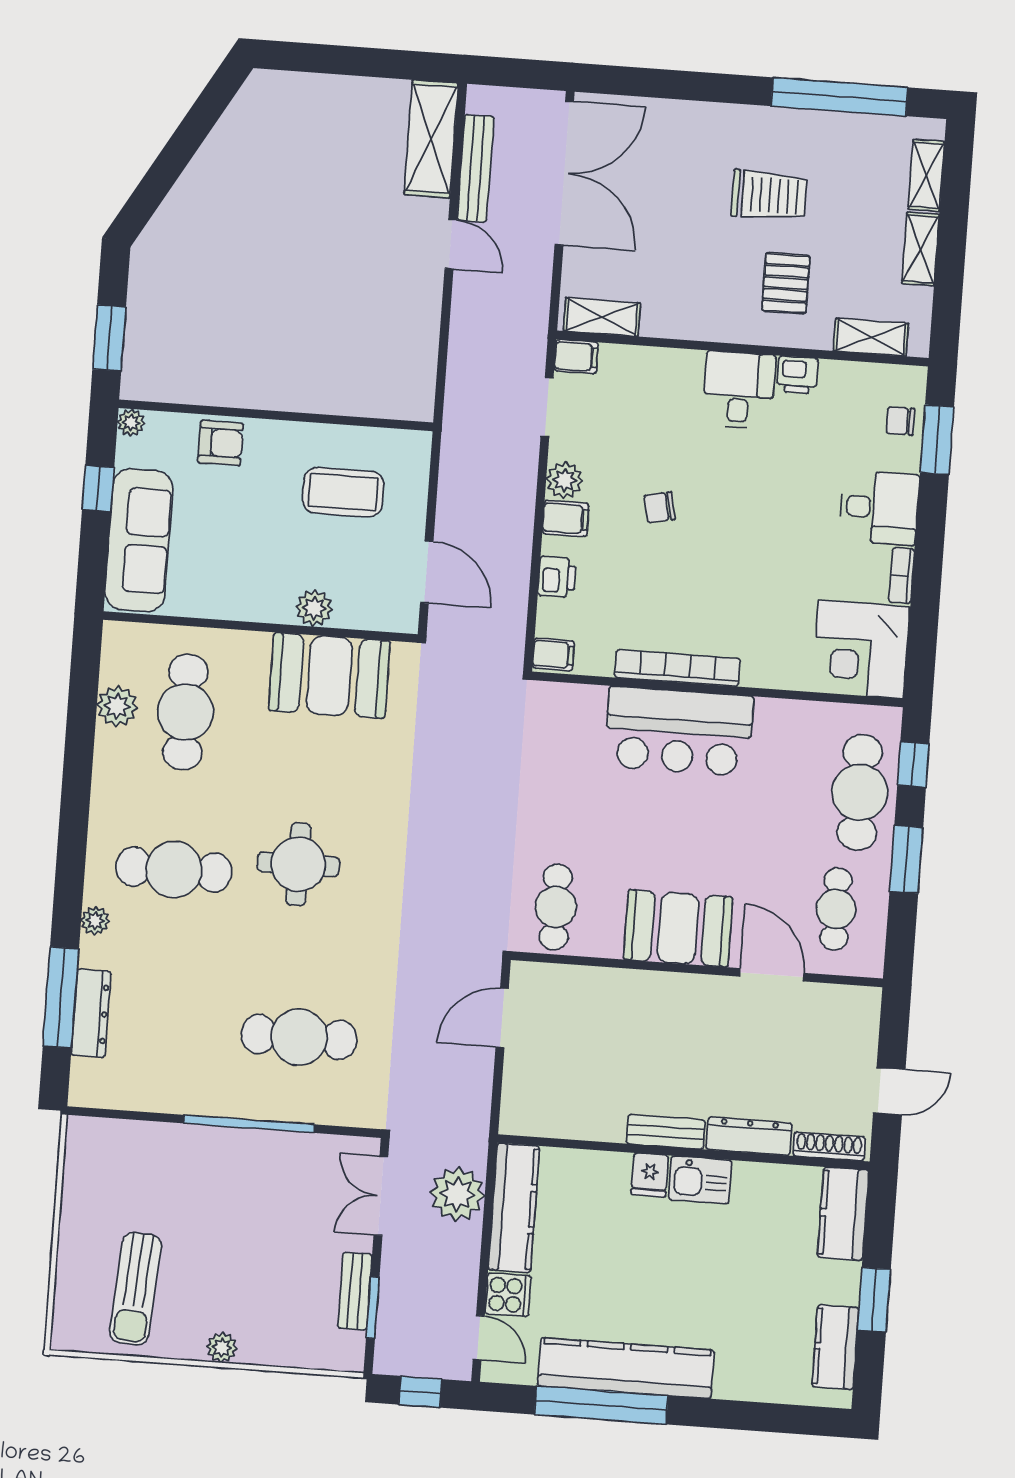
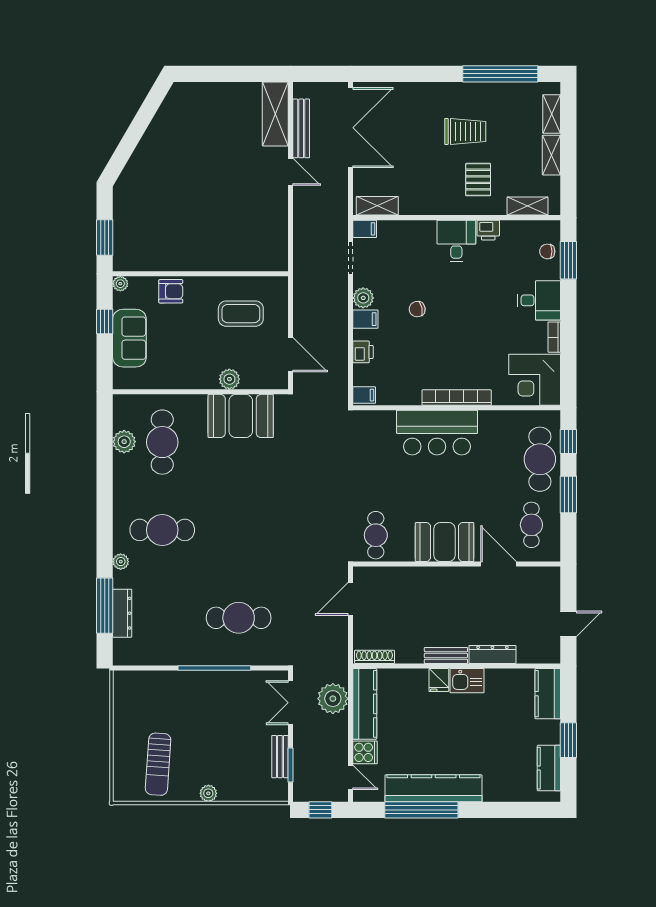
sofa: (139, 540) -> (129, 338), width x0.73
bookcase: (677, 668) -> (457, 398), moved
round table: (298, 864) -> (231, 522), removed
shoe rack: (829, 1146) -> (374, 657), moved

